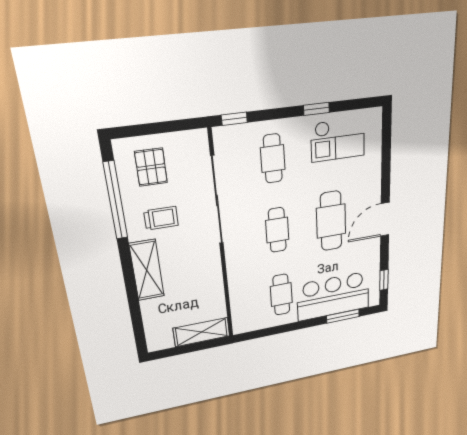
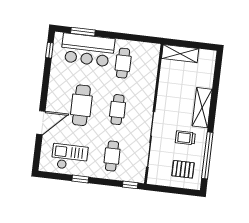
pallet: (151, 167) -> (183, 169), turned 90
door: (385, 219) -> (41, 123), moved

